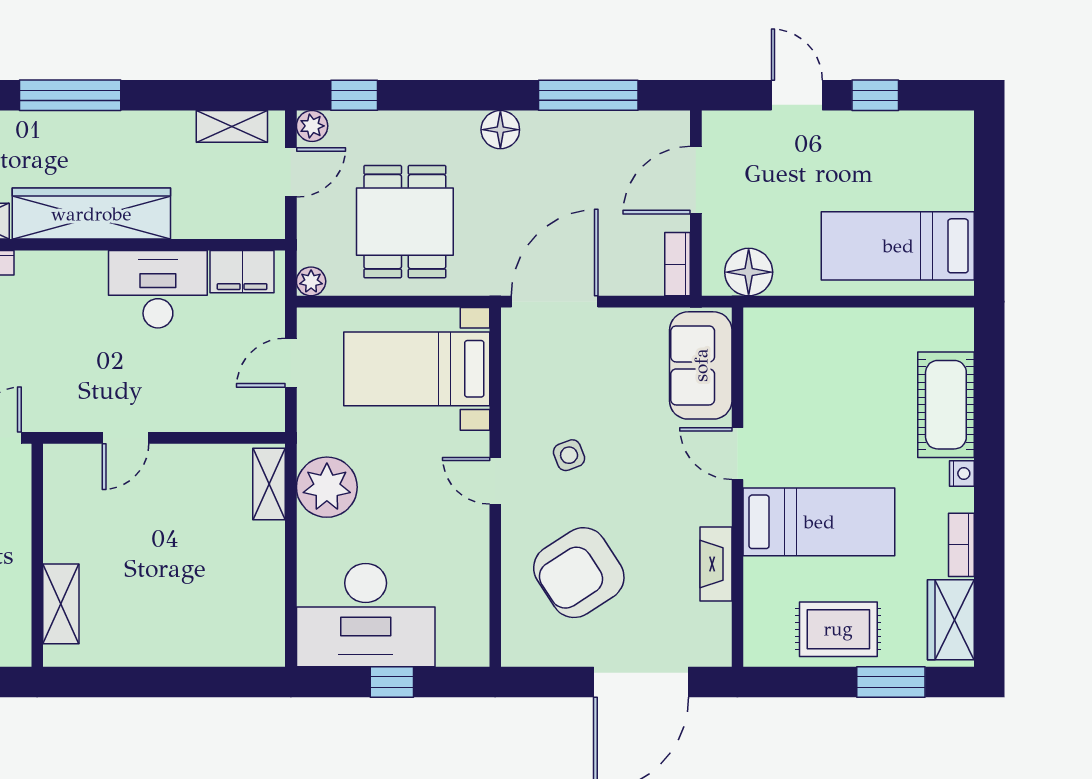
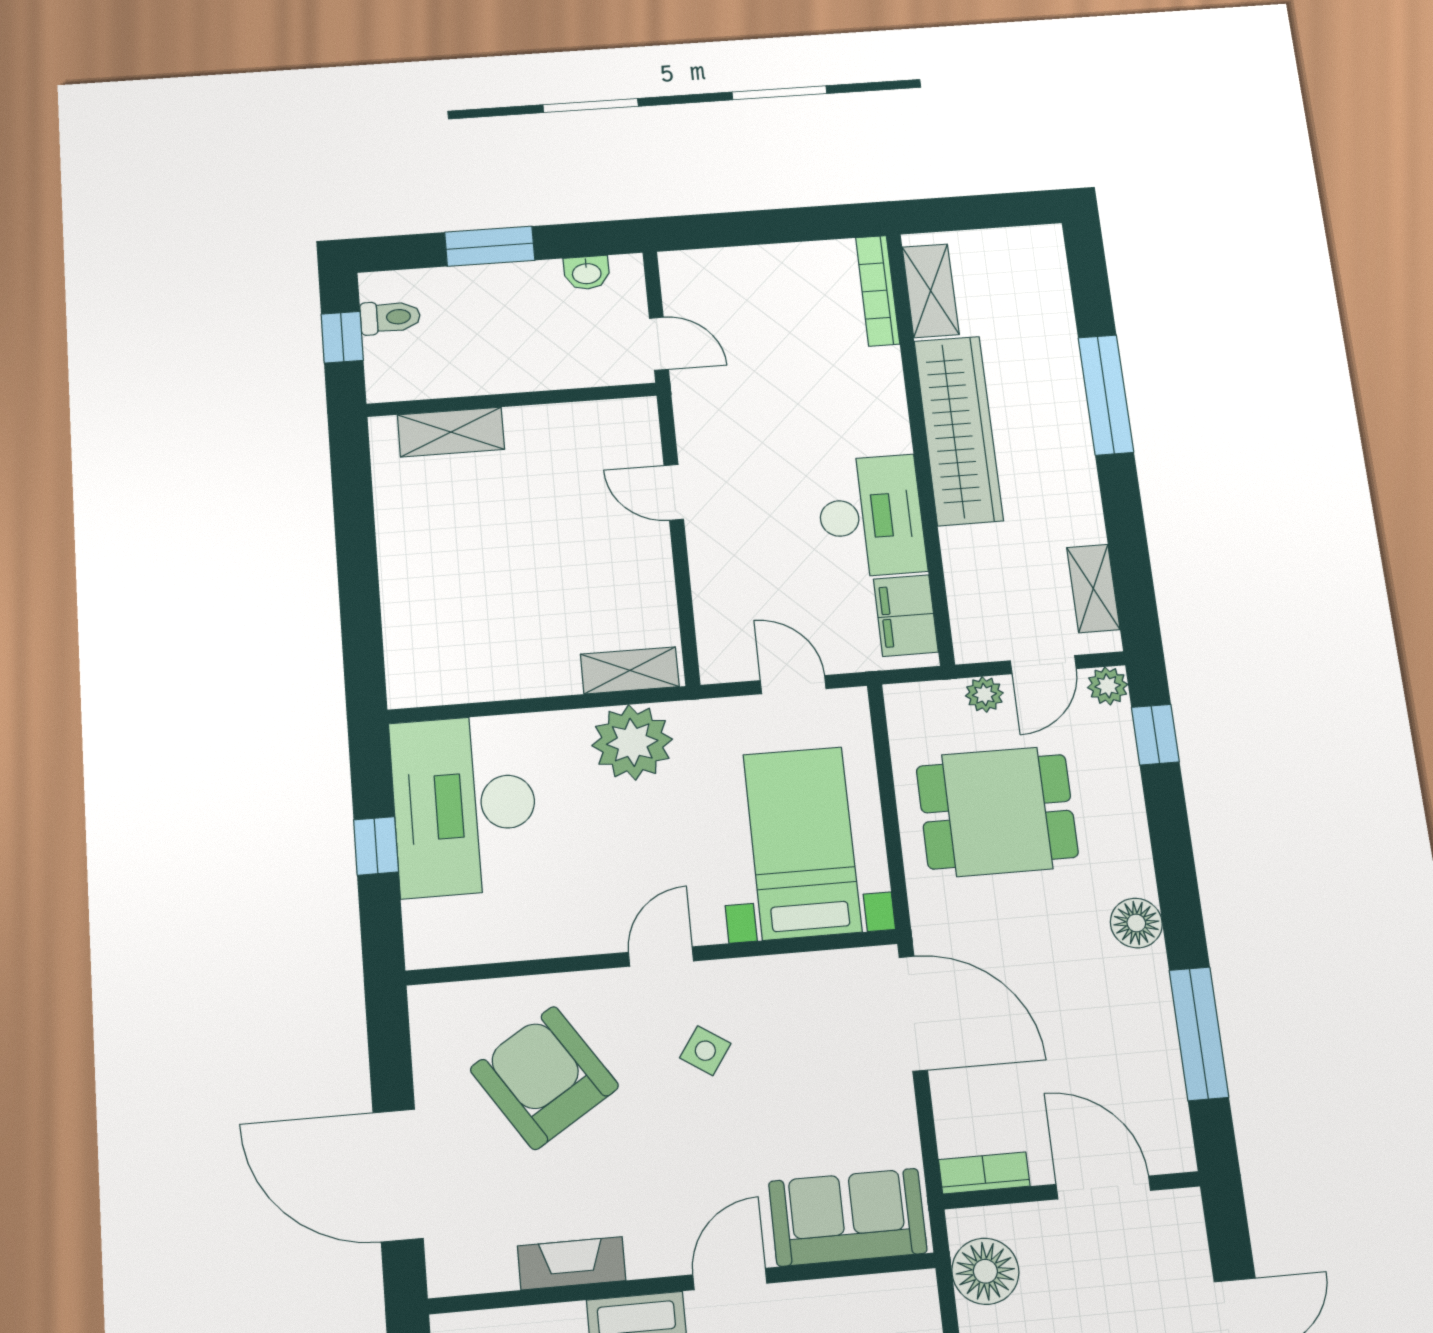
door: (291, 172) -> (1043, 665), hinge flipped
plant: (311, 281) -> (984, 694), moved
side table: (569, 455) -> (705, 1051), turned -35

